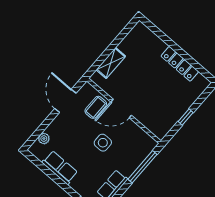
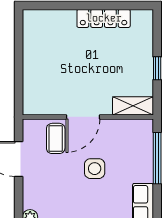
shelving: (111, 63) -> (133, 106), moved, turned 90

